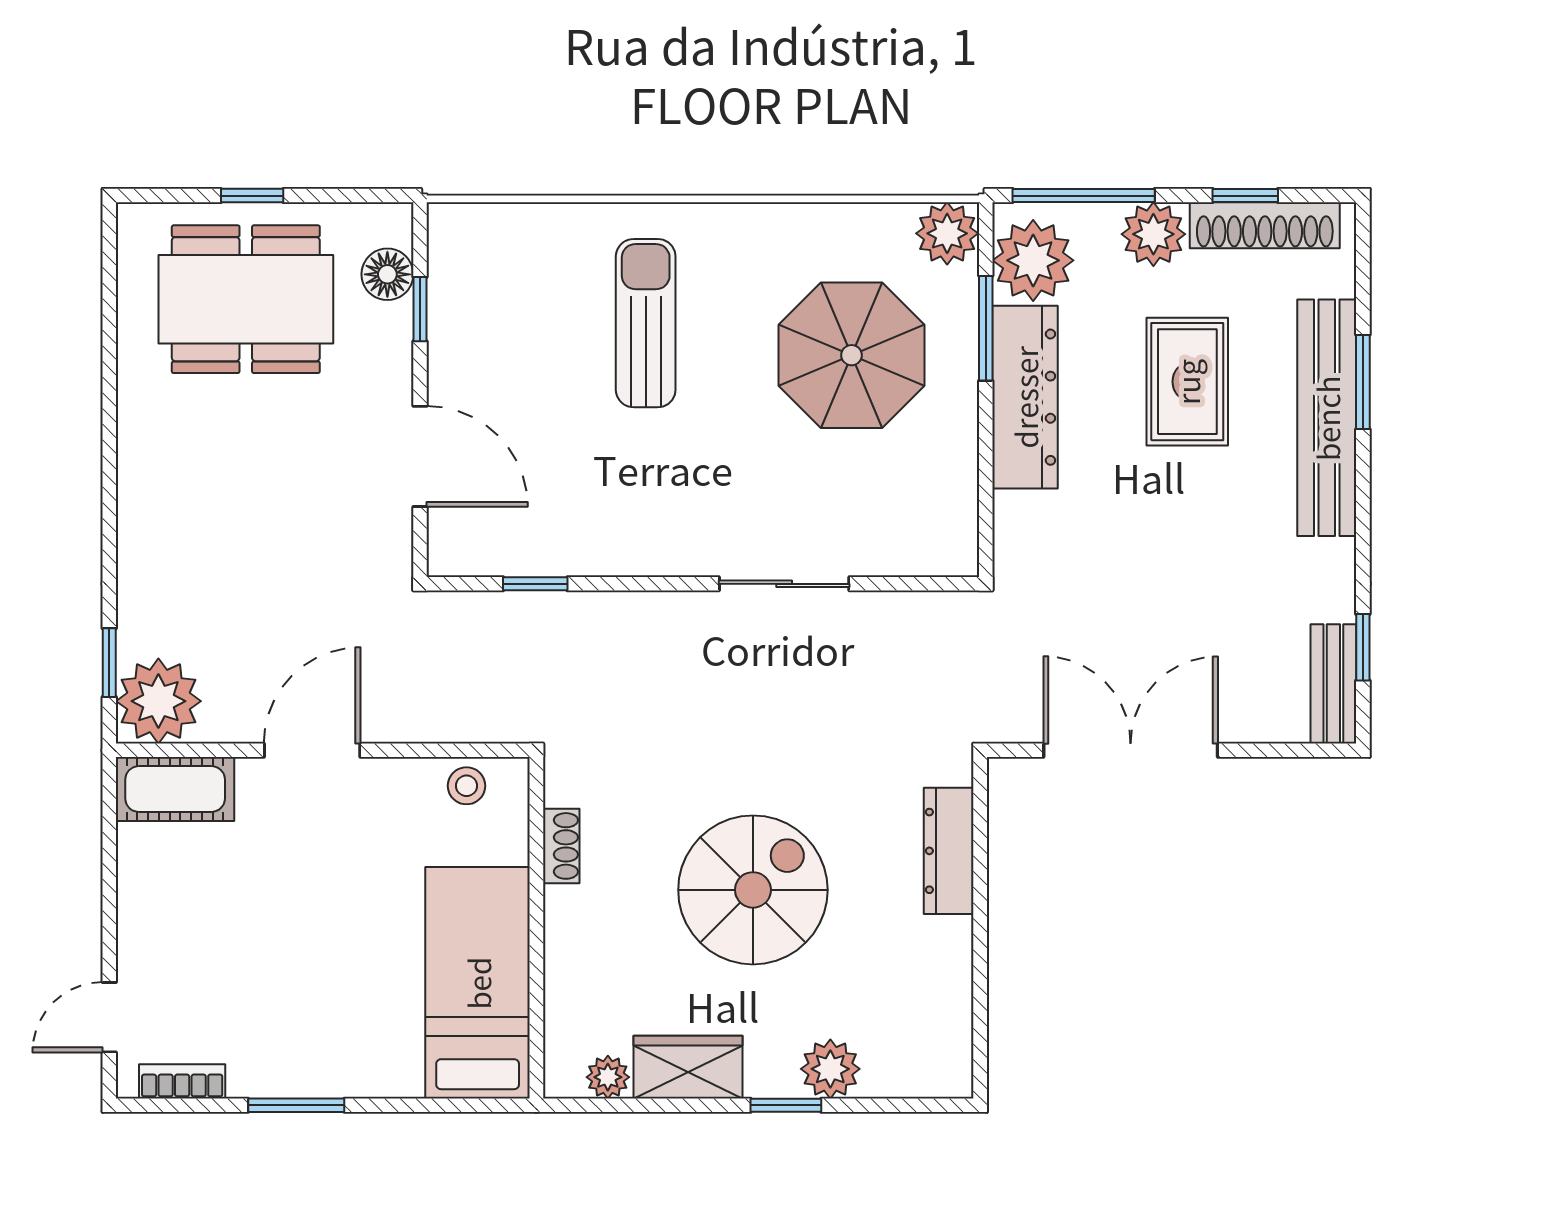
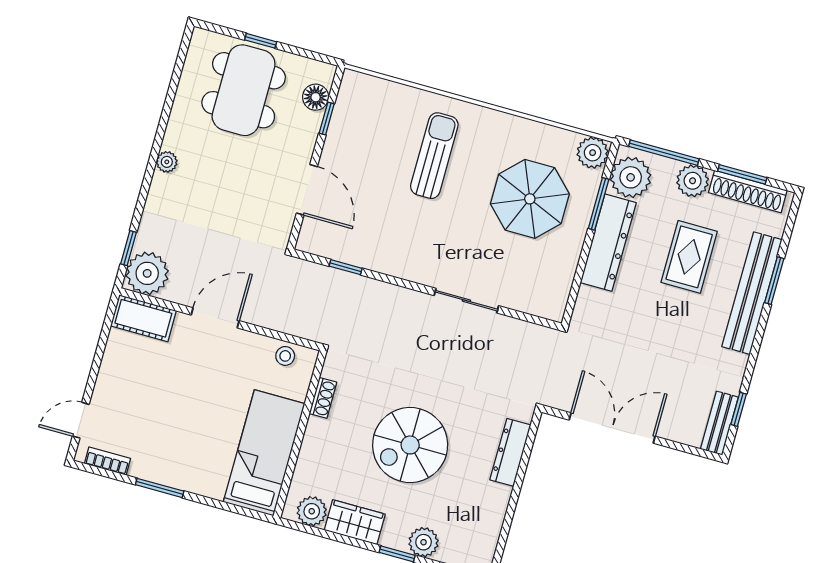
window: (1245, 196) -> (742, 174), width x1.50
dining table: (246, 299) -> (244, 90), turned 90
plant: (137, 477) -> (167, 162), added
spiral stairs: (753, 890) -> (410, 445), turned 180
plant: (608, 1077) -> (312, 511), width x1.38, depth x1.38

